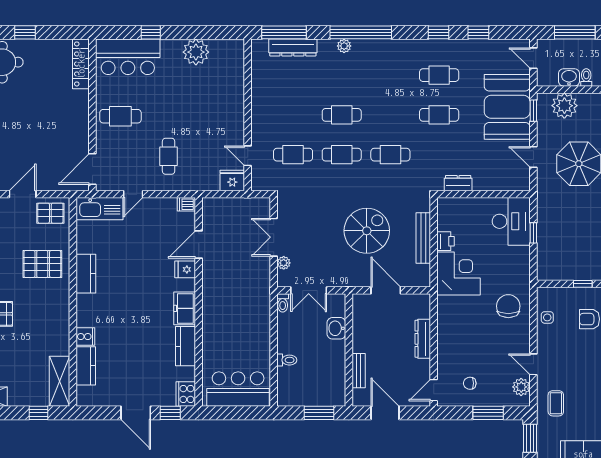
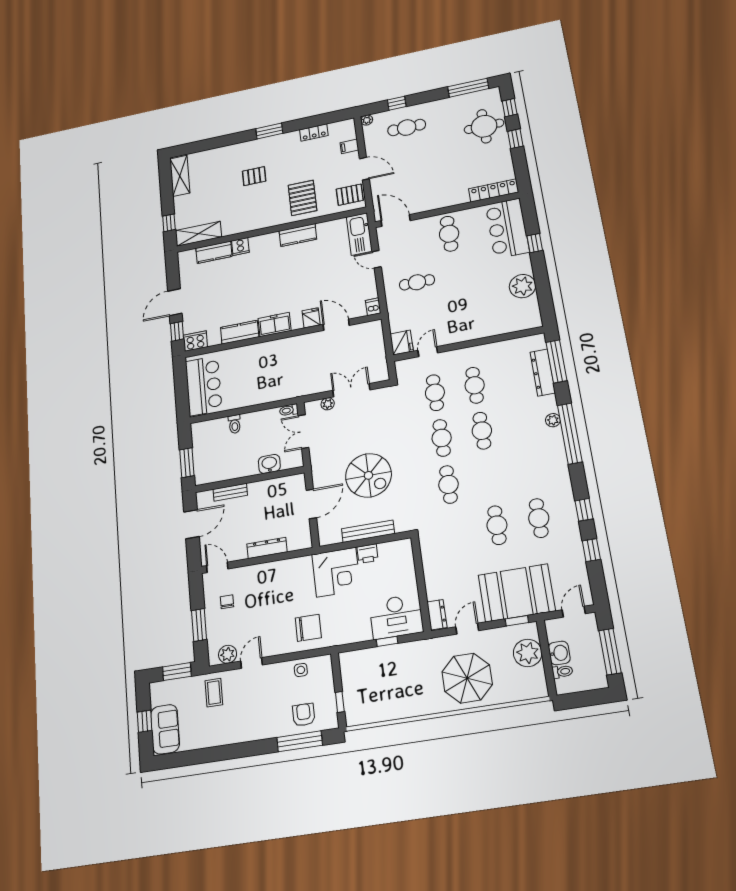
cafe table: (293, 115) -> (475, 385), added
dresser: (458, 183) -> (437, 615), moved
pallet: (50, 213) -> (350, 195), turned 90
coffee table: (556, 403) -> (214, 693), turned 90

